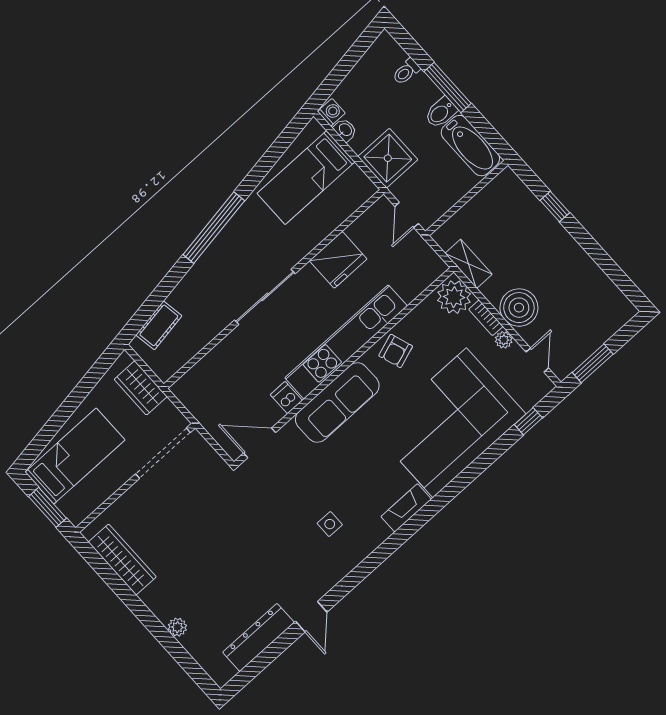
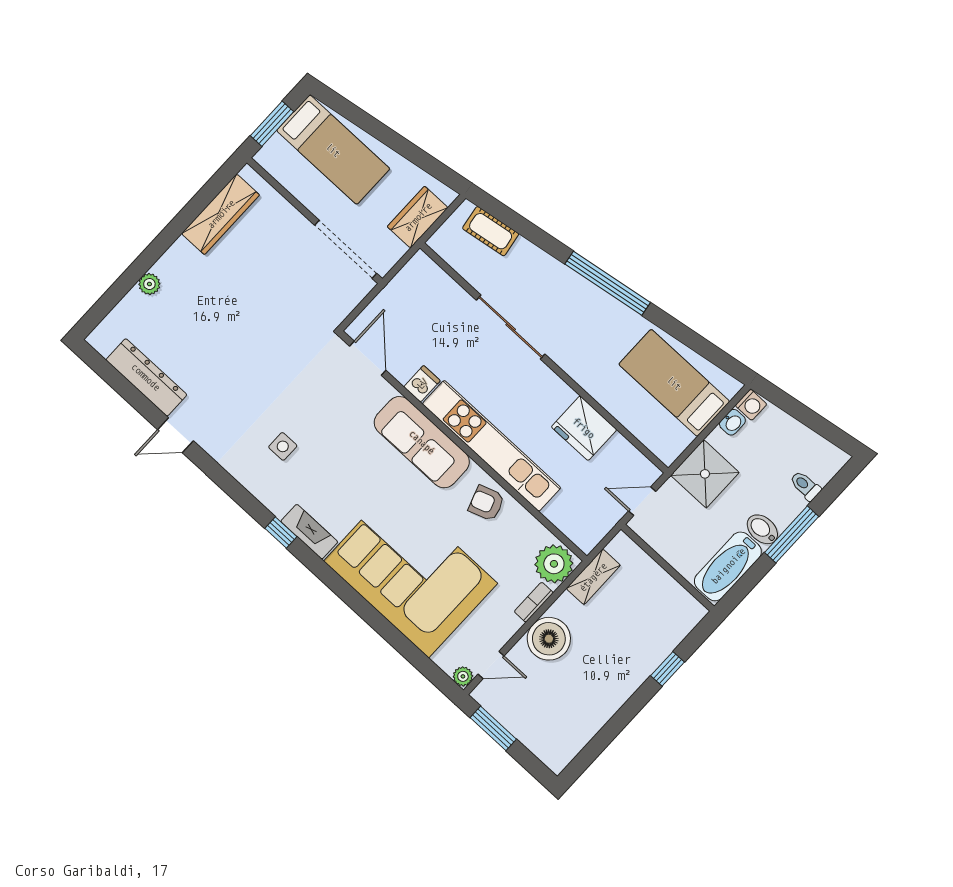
sliding door: (265, 297) -> (511, 327), moved
plant: (504, 340) -> (463, 676), moved
window: (528, 421) -> (281, 532), moved

